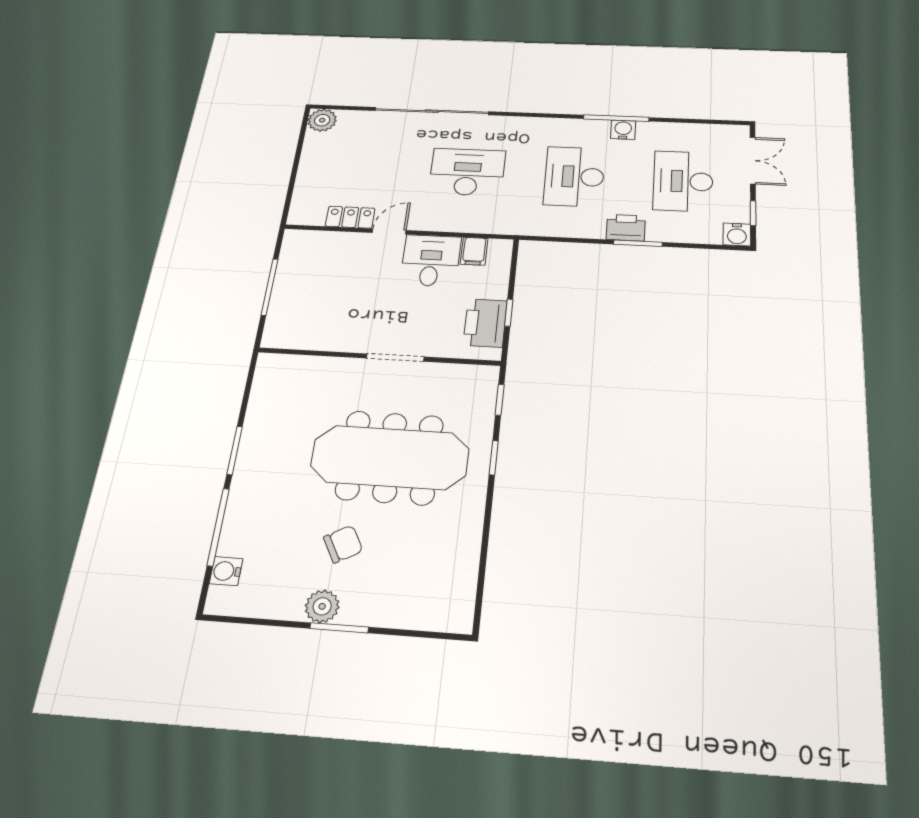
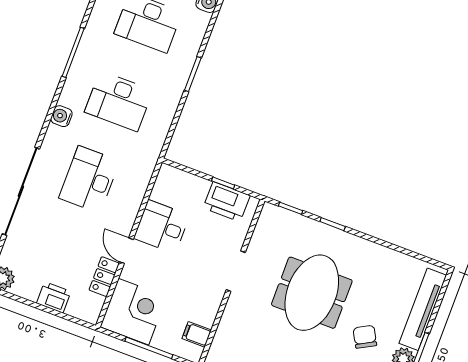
water cooler: (623, 130) -> (61, 116), moved
printer: (626, 228) -> (54, 297), moved, turned 90
filing cabinet: (474, 251) -> (197, 334), moved, turned 180
corner desk: (313, 259) -> (133, 312), added
meeting table: (390, 457) -> (312, 293), width x0.73
tv unit: (403, 614) -> (423, 309), added

